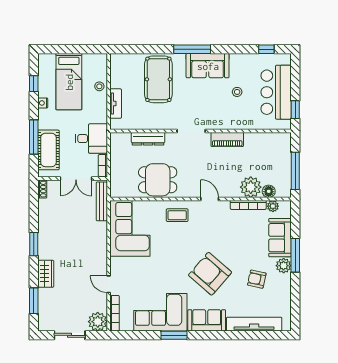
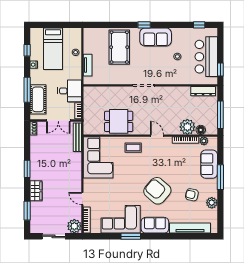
window: (192, 49) -> (144, 25), width x0.46
dresser: (148, 139) -> (203, 91), moved
piano: (227, 139) -> (170, 92), removed
plant: (284, 266) -> (212, 203), moved

